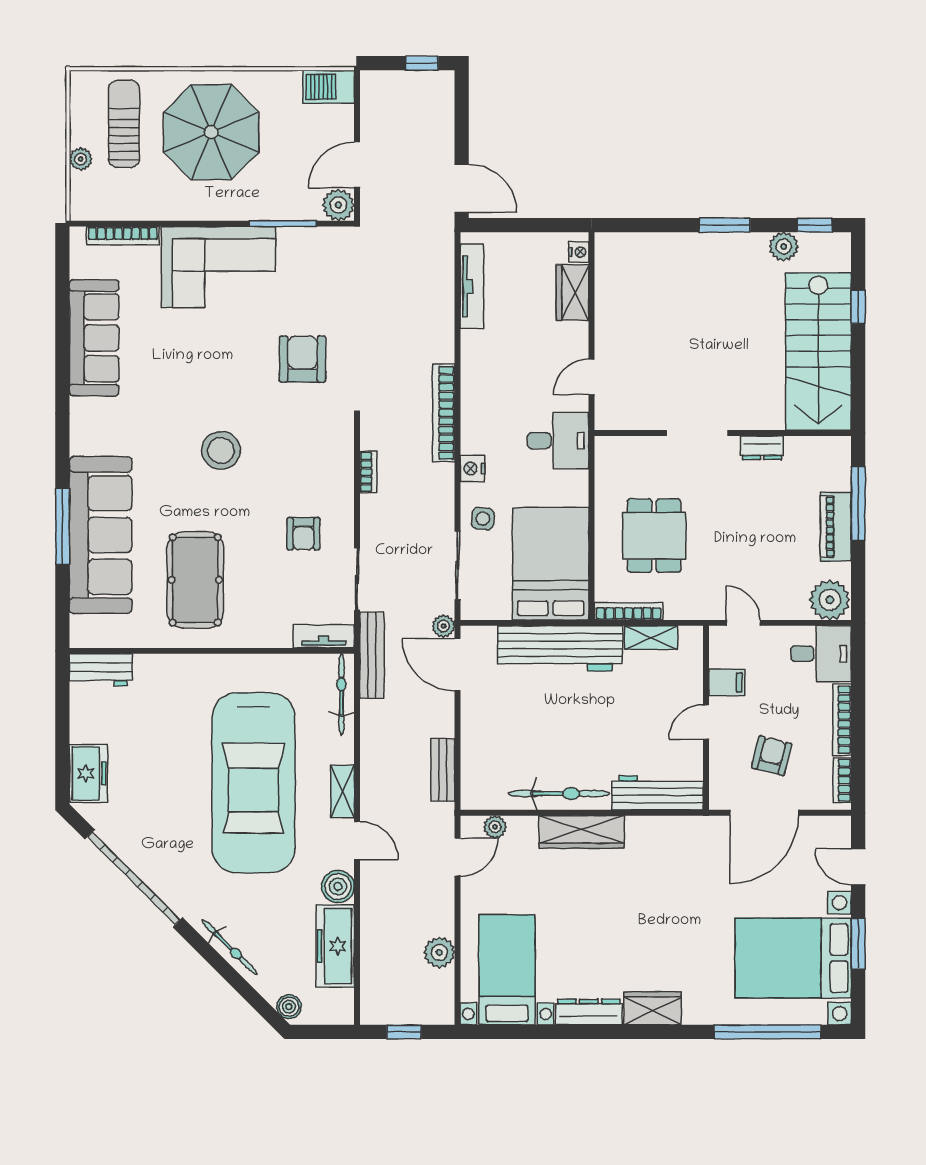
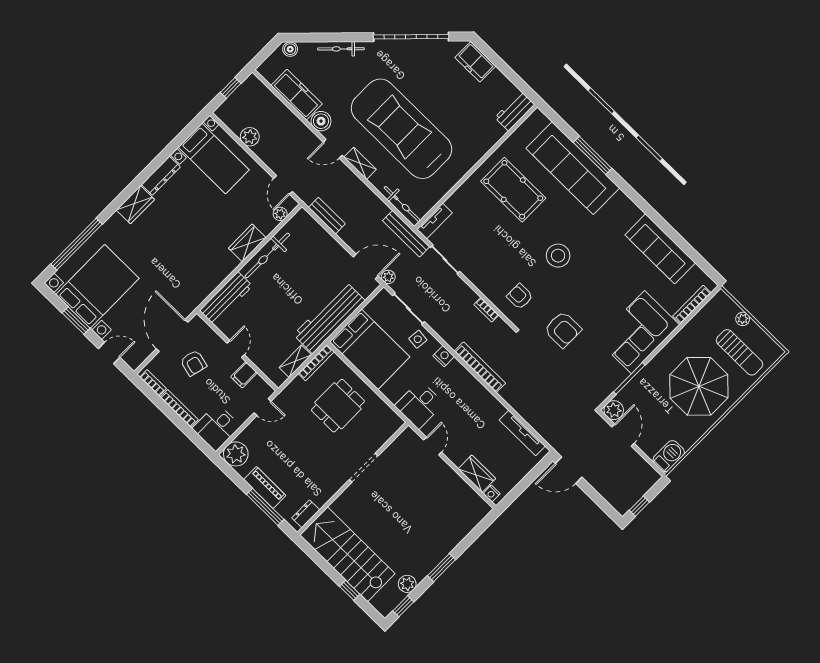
dresser: (762, 448) -> (306, 514), moved
armchair: (303, 534) -> (520, 296), moved
dining table: (654, 536) -> (338, 406), turned 90
wardrobe: (582, 832) -> (247, 243), width x0.67

